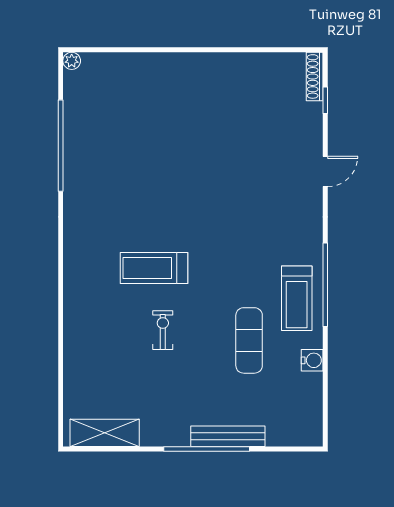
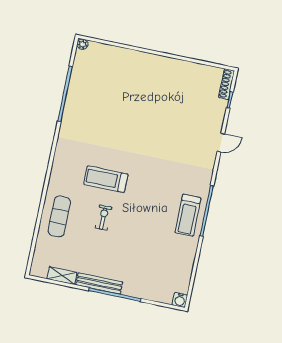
exercise mat: (249, 340) -> (59, 216), moved
water cooler: (312, 360) -> (180, 300), moved, turned 90
shelving: (105, 433) -> (62, 276), width x0.67, depth x0.75
bench: (228, 436) -> (99, 283), moved

